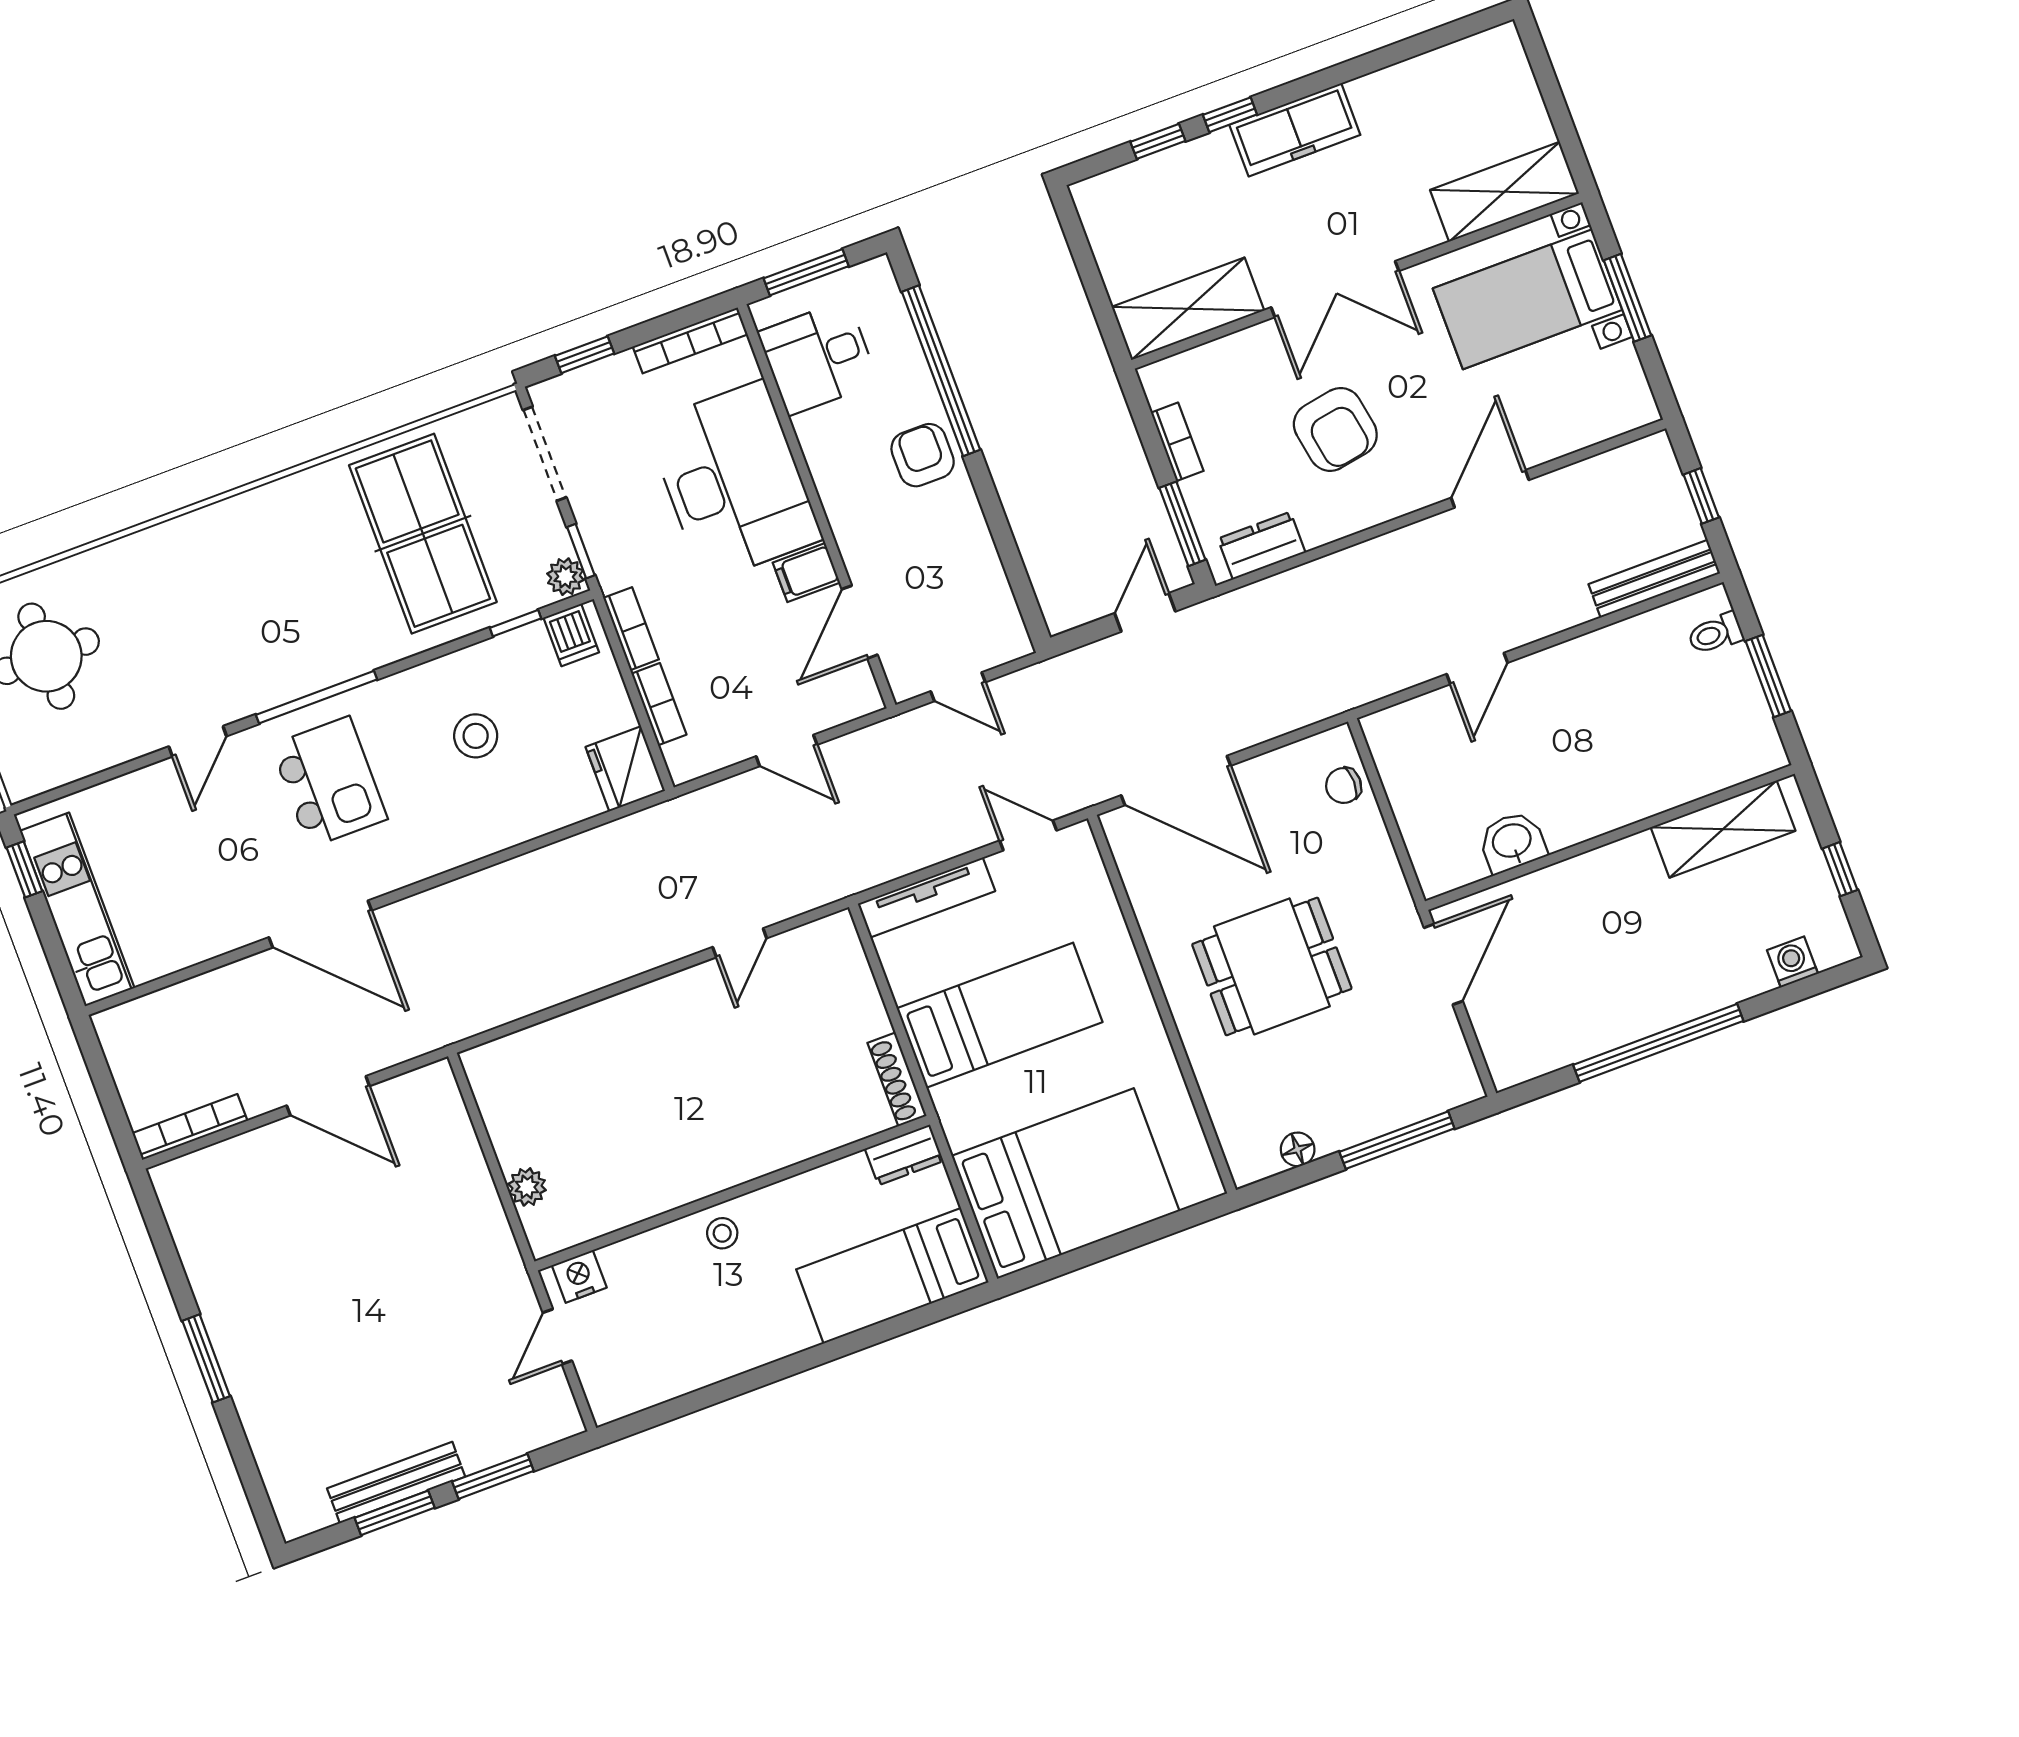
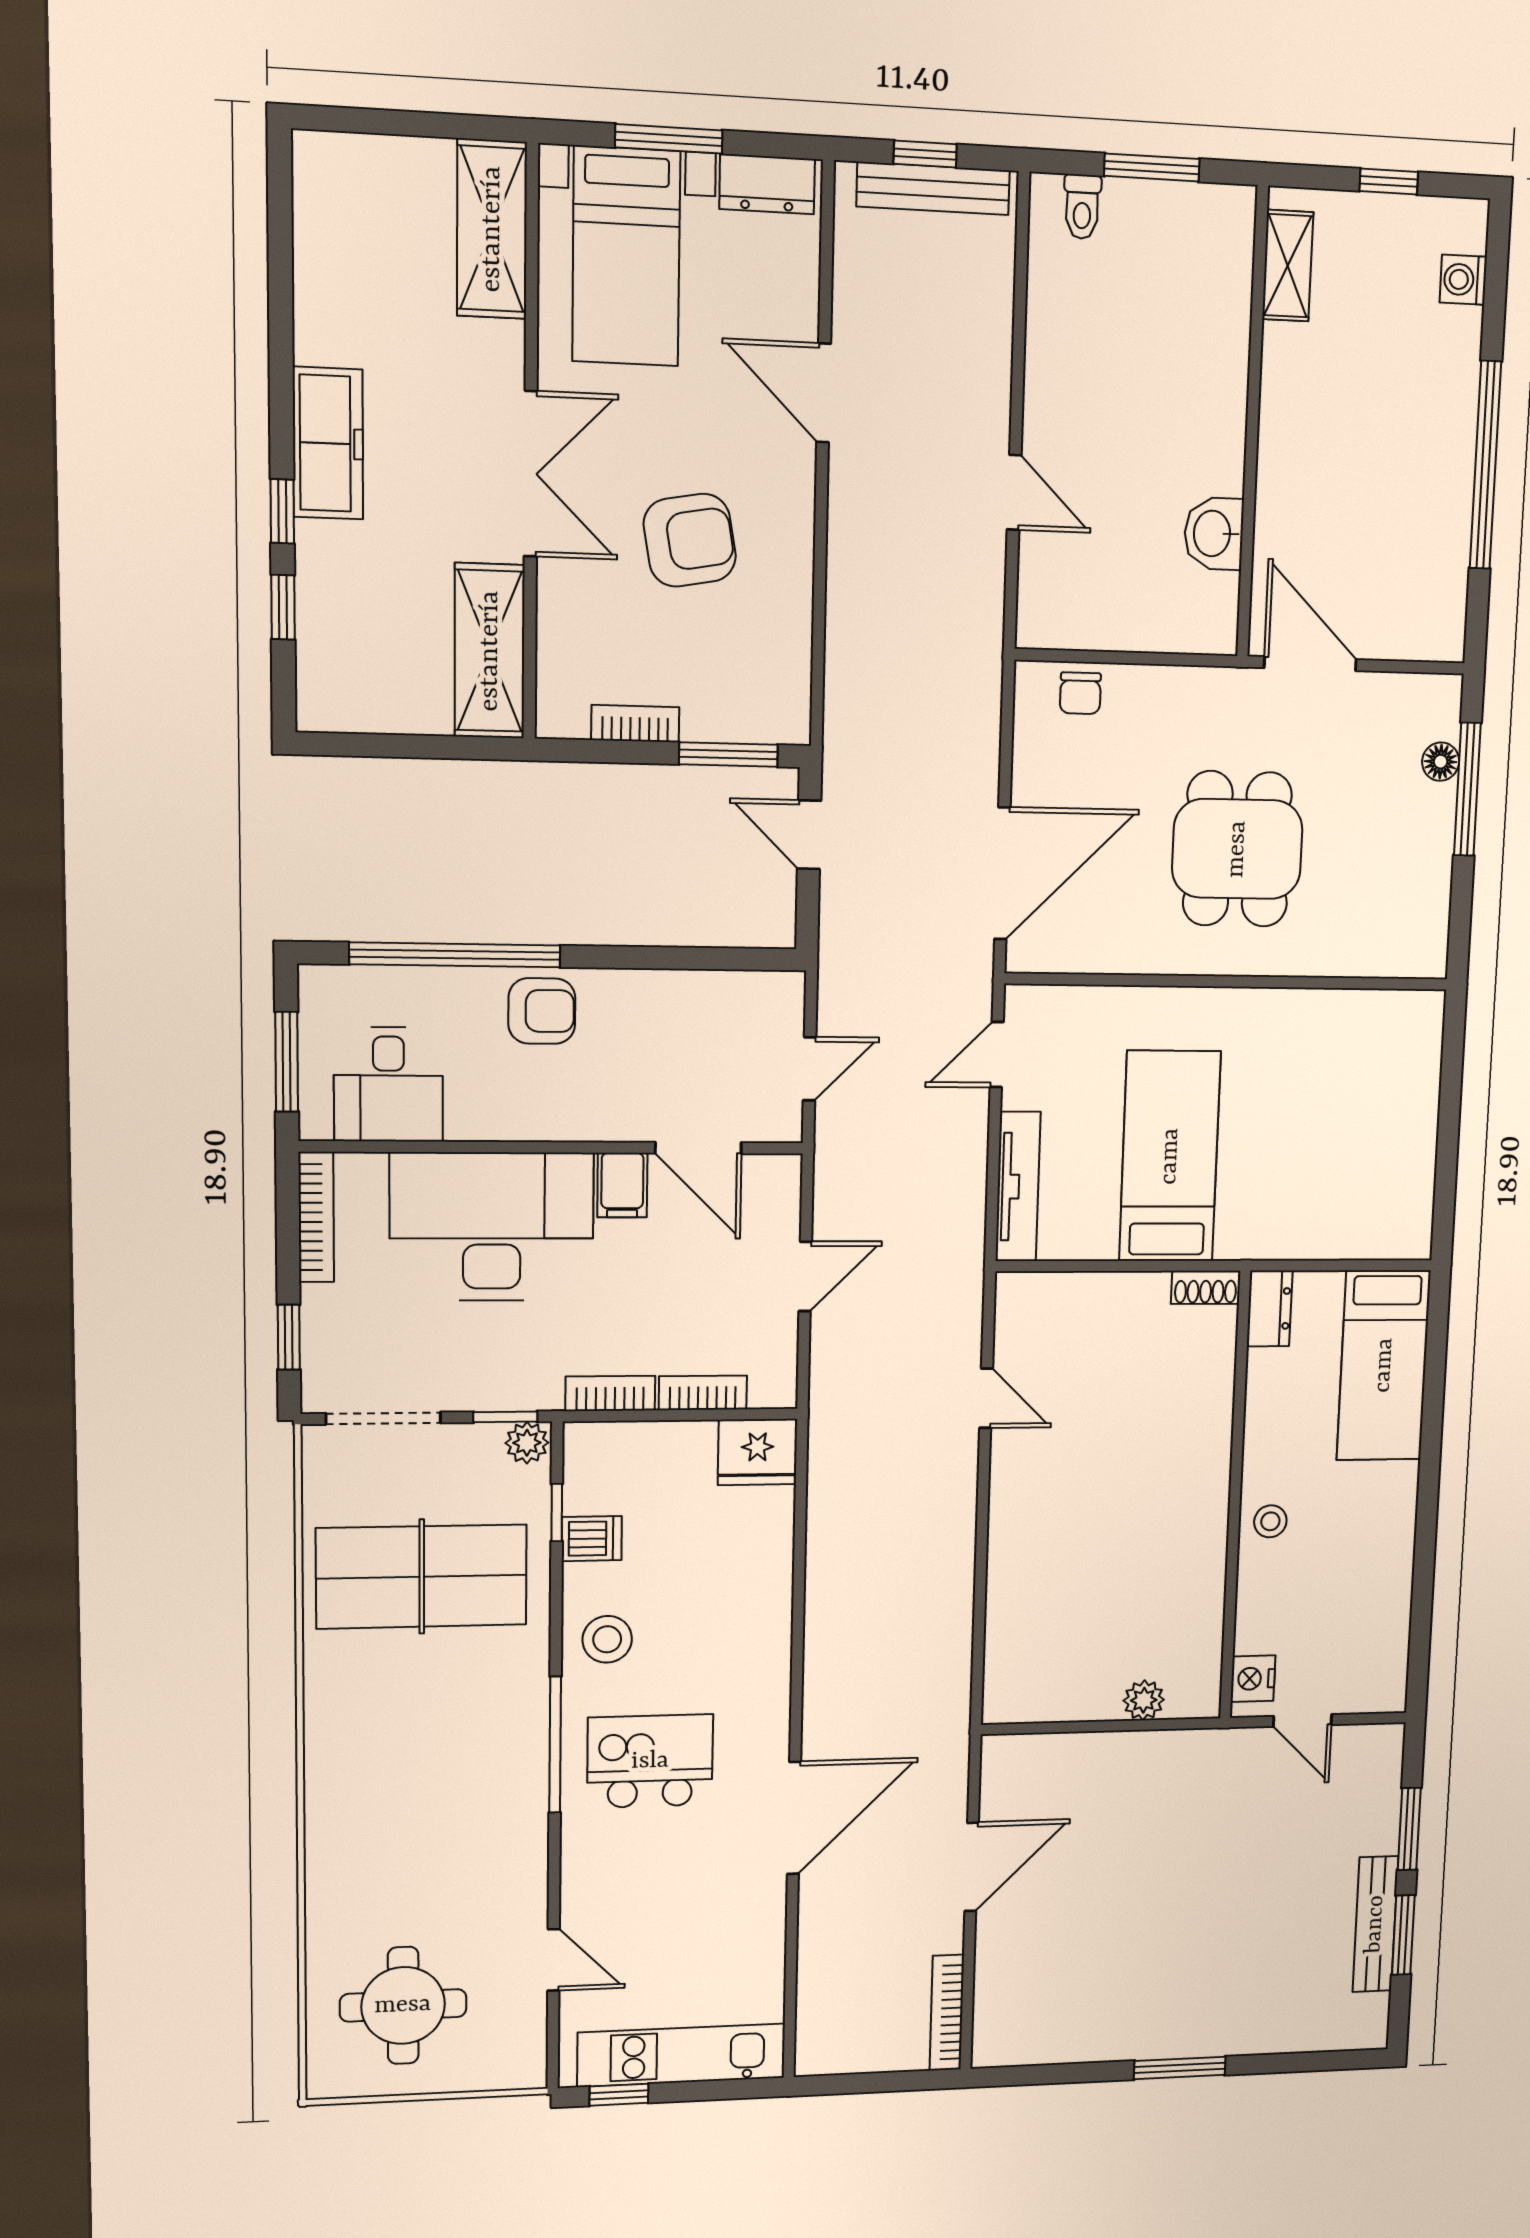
armchair: (923, 455) -> (542, 1011), turned 180
dresser: (1262, 546) -> (767, 184), moved, turned -90
bench: (1654, 579) -> (933, 188), moved, turned 90
dishwasher: (571, 635) -> (592, 1539), moved
stool: (476, 736) -> (607, 1639), moved
door: (198, 741) -> (554, 1960), moved
shelving: (1723, 829) -> (1288, 266), width x0.67, depth x0.75
shoe rack: (897, 1079) -> (1206, 1287), width x0.70
floor lamp: (1298, 1149) -> (1441, 762), moved
bed: (1066, 1184) -> (1367, 1154), removed

